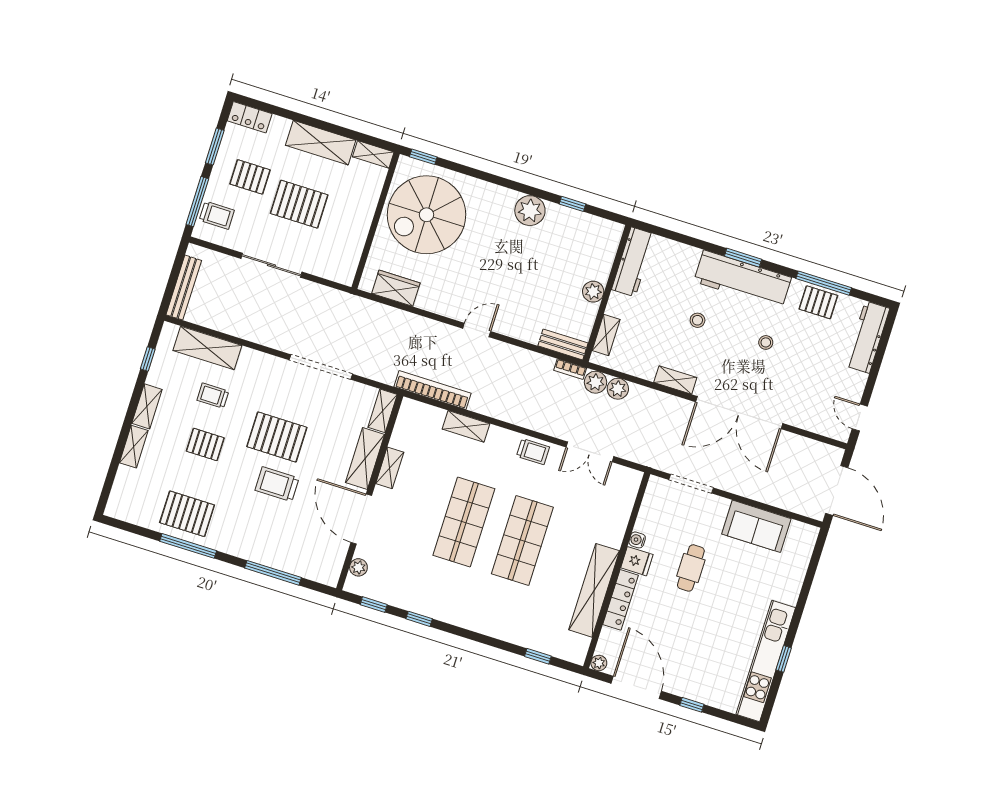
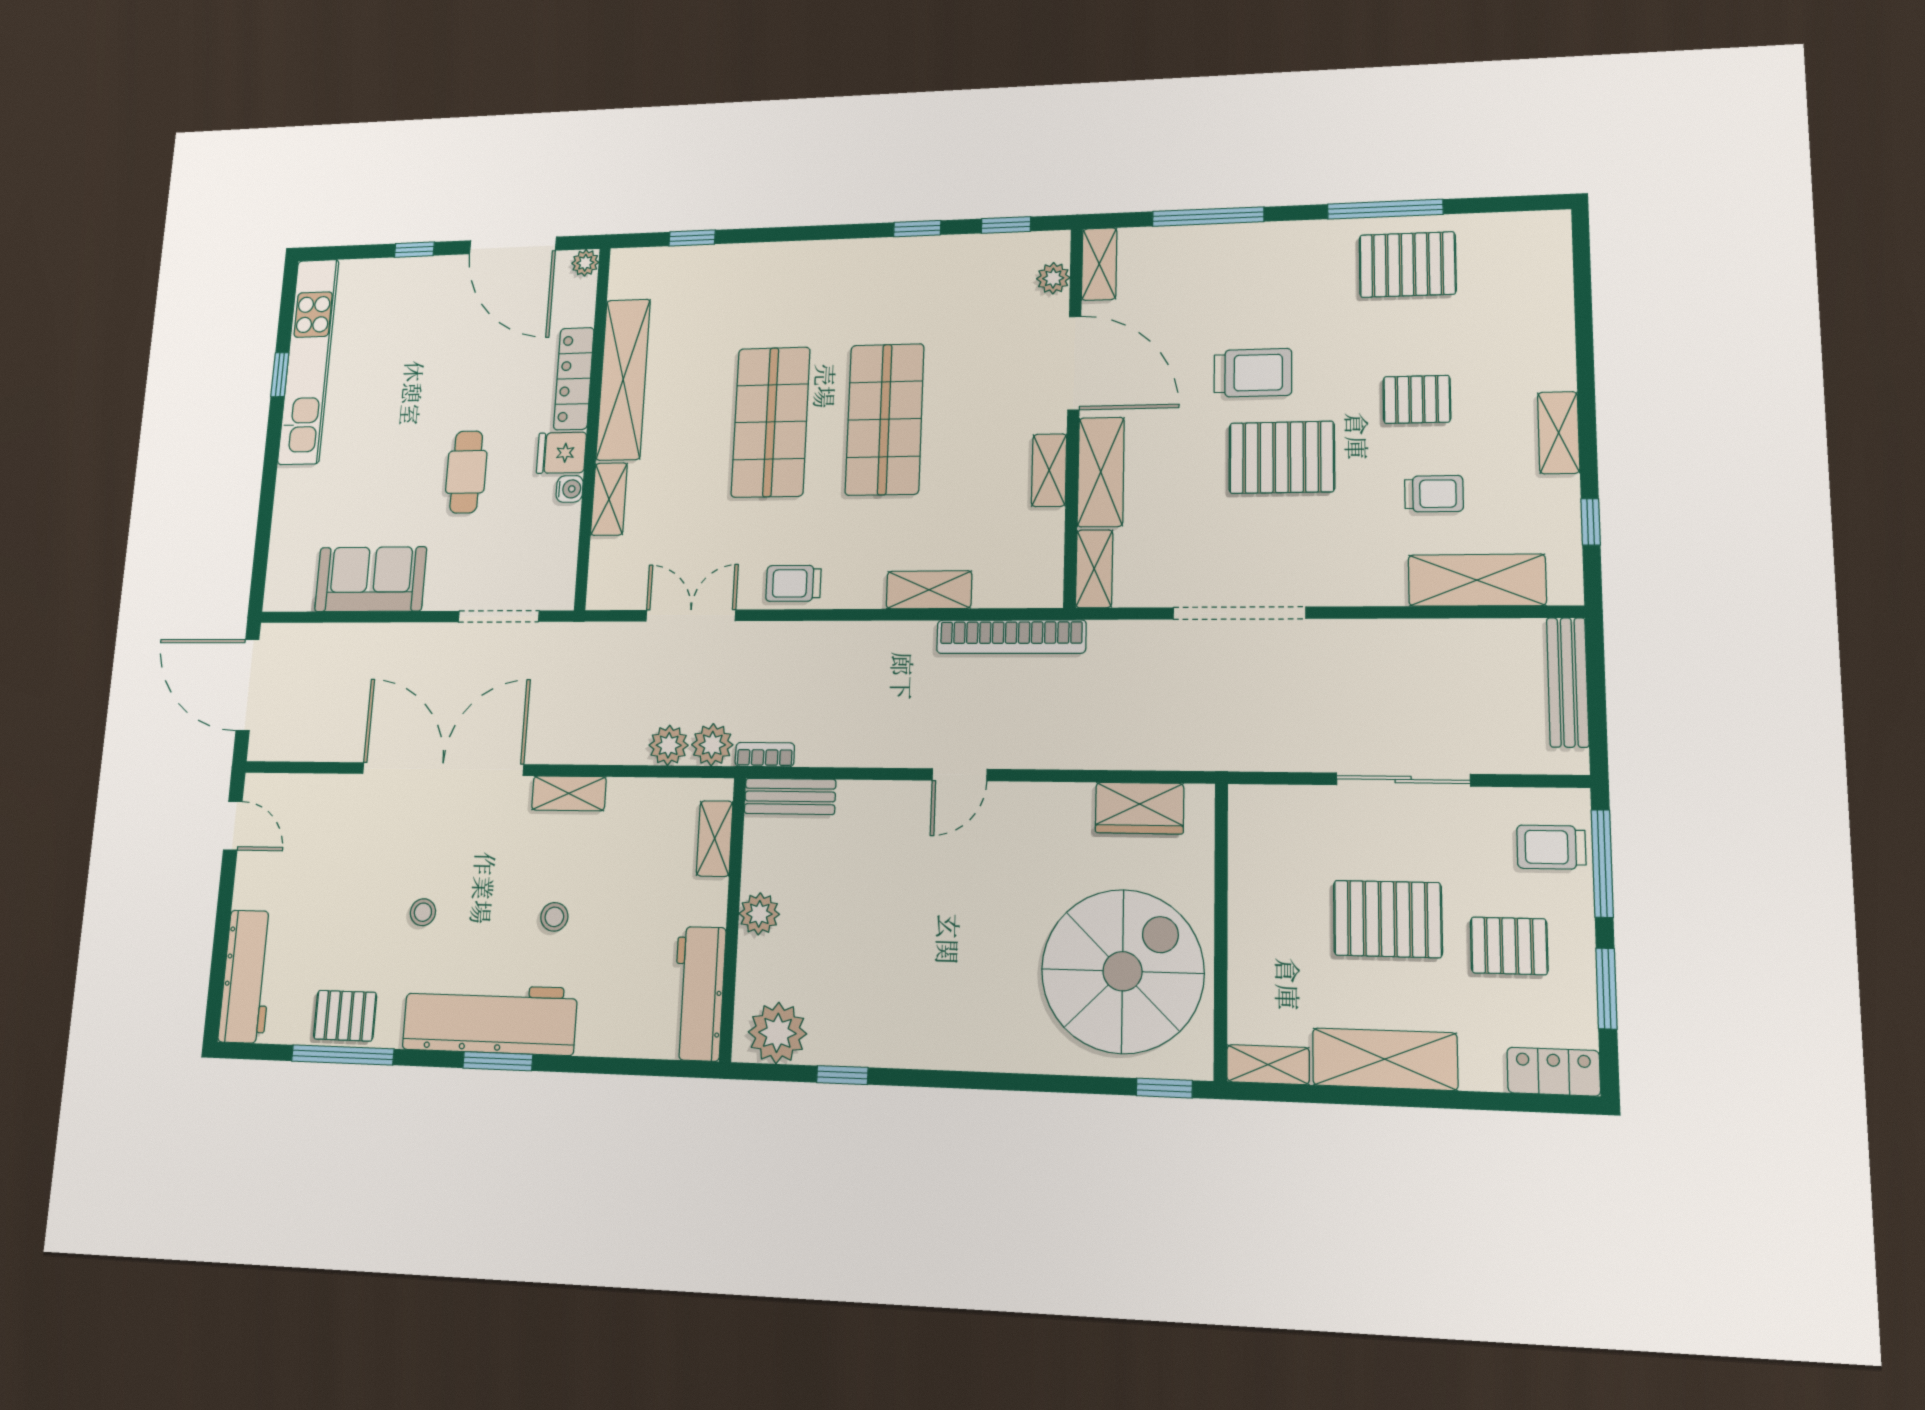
plant: (530, 211) -> (777, 1033), moved
shelving: (134, 447) -> (1099, 264), moved
shelving: (617, 527) -> (609, 499), added

